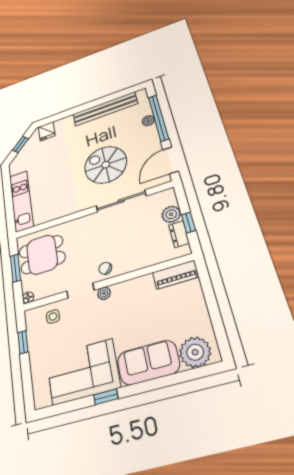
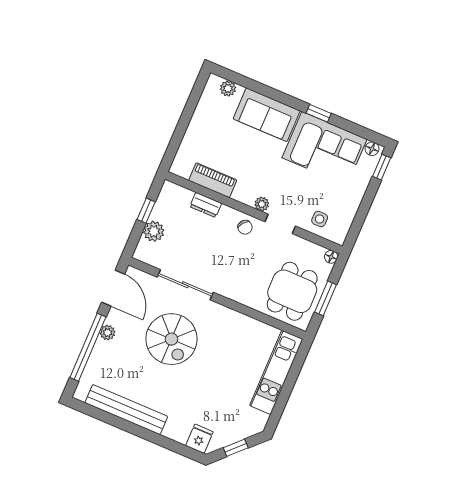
plant: (148, 121) -> (108, 333), moved
door: (171, 160) -> (113, 288), hinge flipped
dresser: (179, 234) -> (206, 205), moved, turned 90
dining table: (42, 255) -> (292, 291), turned 90
piano: (176, 275) -> (213, 180), moved
window: (23, 342) -> (382, 167), moved
plant: (195, 352) -> (228, 88), width x0.53, depth x0.53
floor lamp: (44, 401) -> (372, 149), added

